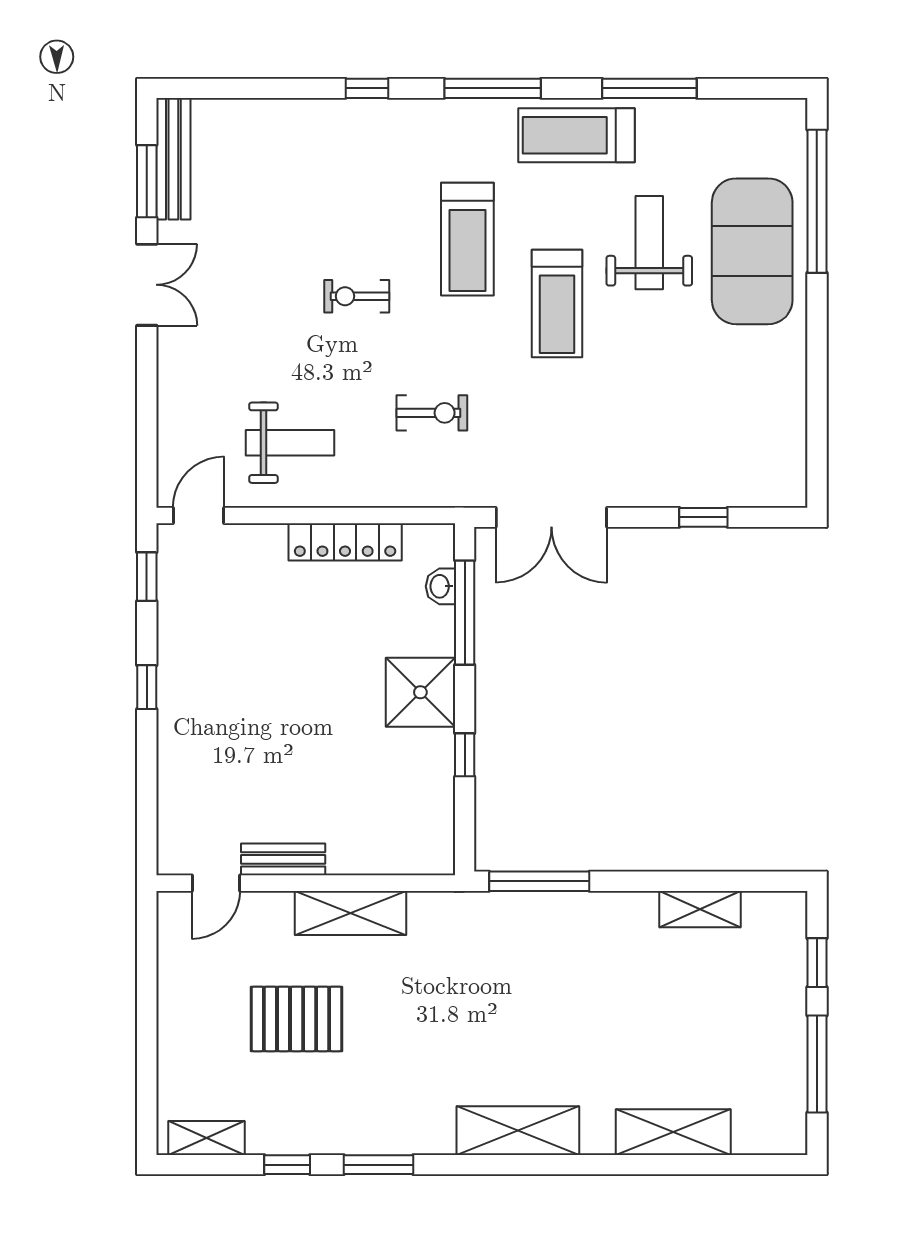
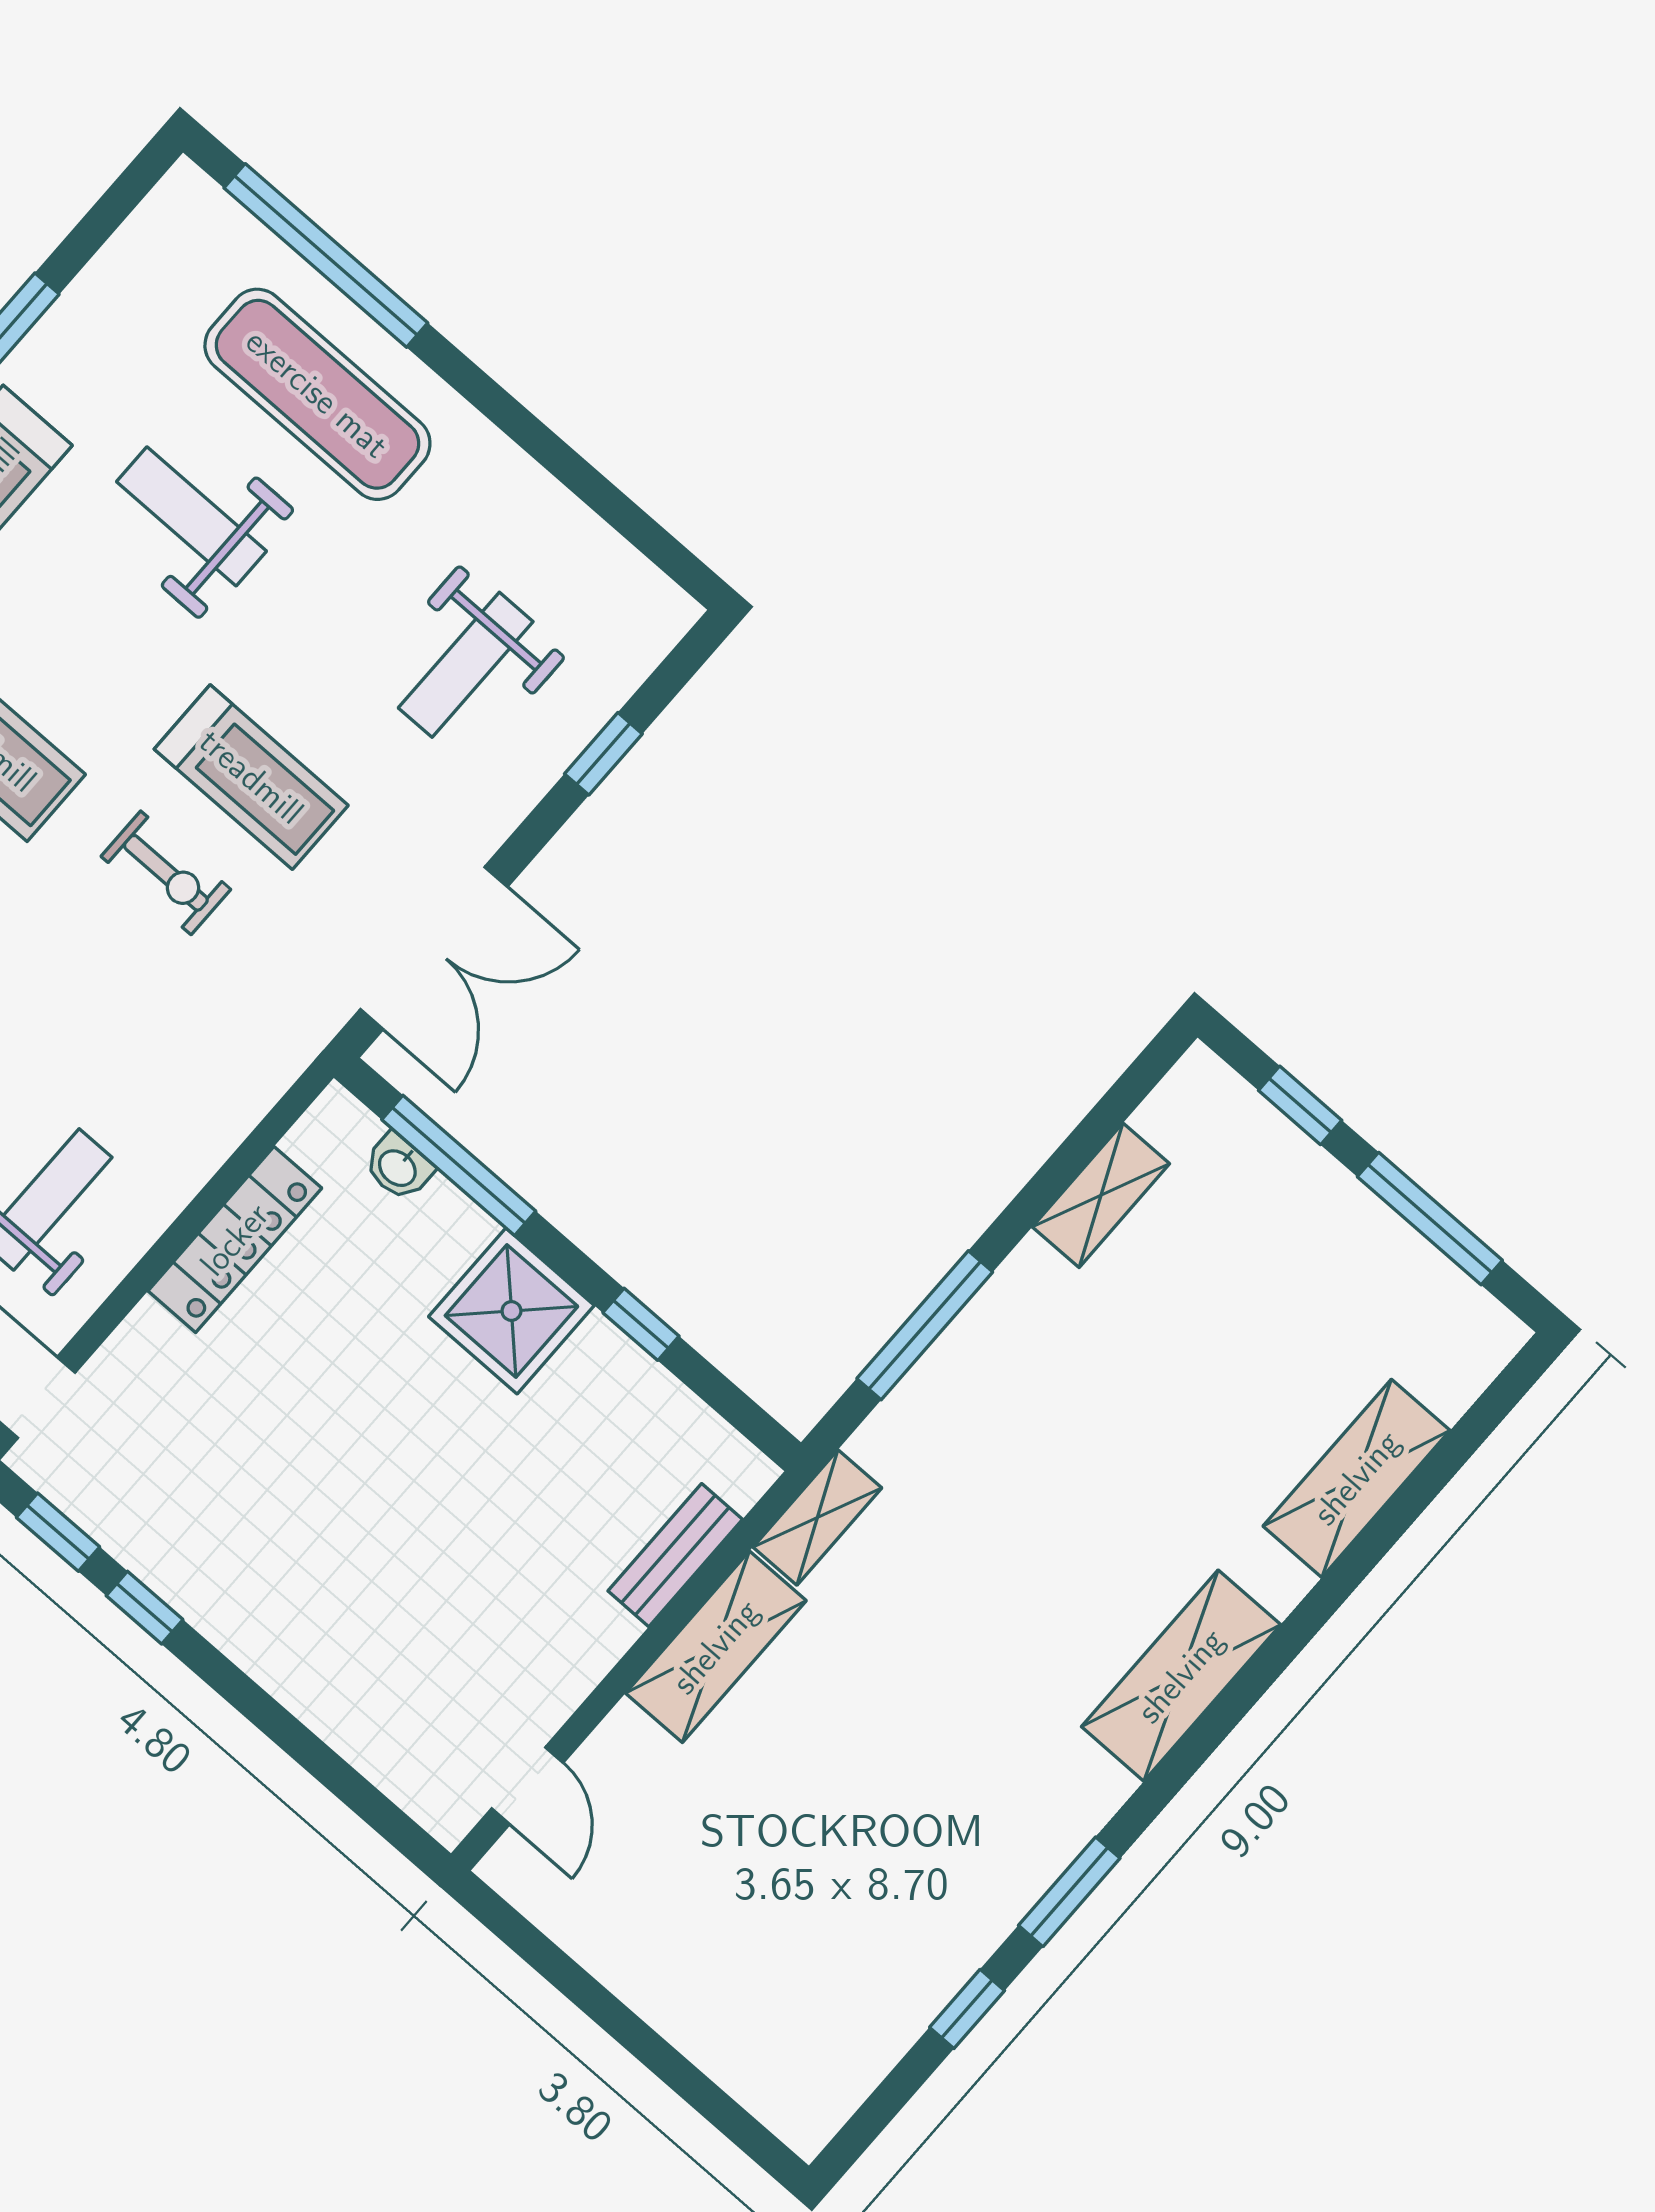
exercise mat: (752, 251) -> (317, 394), width x0.68
treadmill: (557, 303) -> (251, 777), moved
exercise bike: (432, 413) -> (166, 873), moved, turned 90
weight bench: (689, 422) -> (466, 665), added
window: (147, 687) -> (145, 1608), moved
bench: (283, 859) -> (675, 1555), moved
window: (539, 881) -> (925, 1325), moved
pallet: (297, 1019) -> (791, 1834), removed
shelving: (206, 1138) -> (817, 1517), moved

